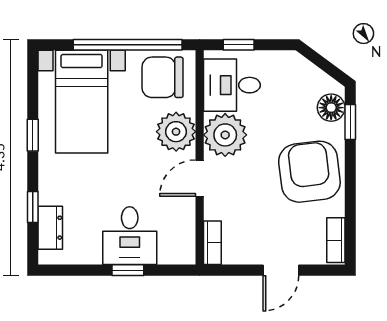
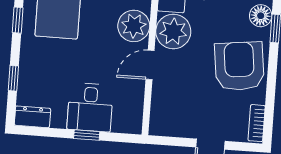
dresser: (50, 228) -> (32, 117), moved, turned -90
bookcase: (212, 243) -> (157, 118), removed

